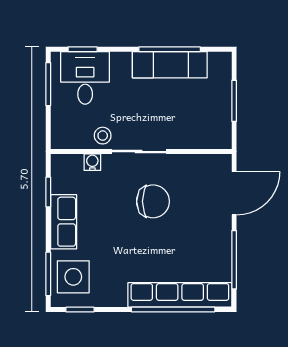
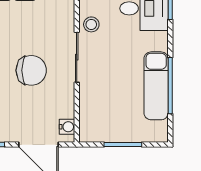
water cooler: (92, 162) -> (67, 127), moved
chair: (153, 201) -> (31, 70), turned -90

